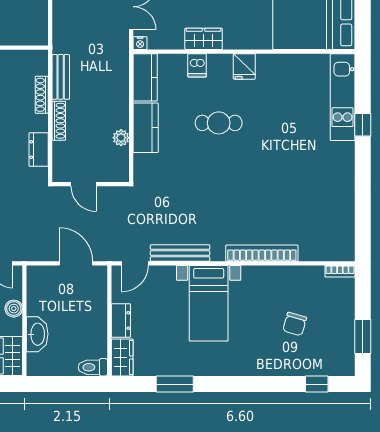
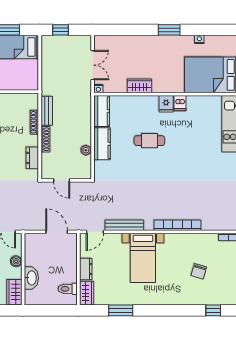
dishwasher: (197, 65) -> (180, 103), moved
toilet: (93, 367) -> (68, 289), moved

